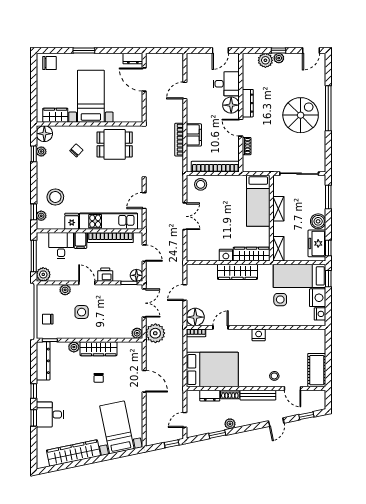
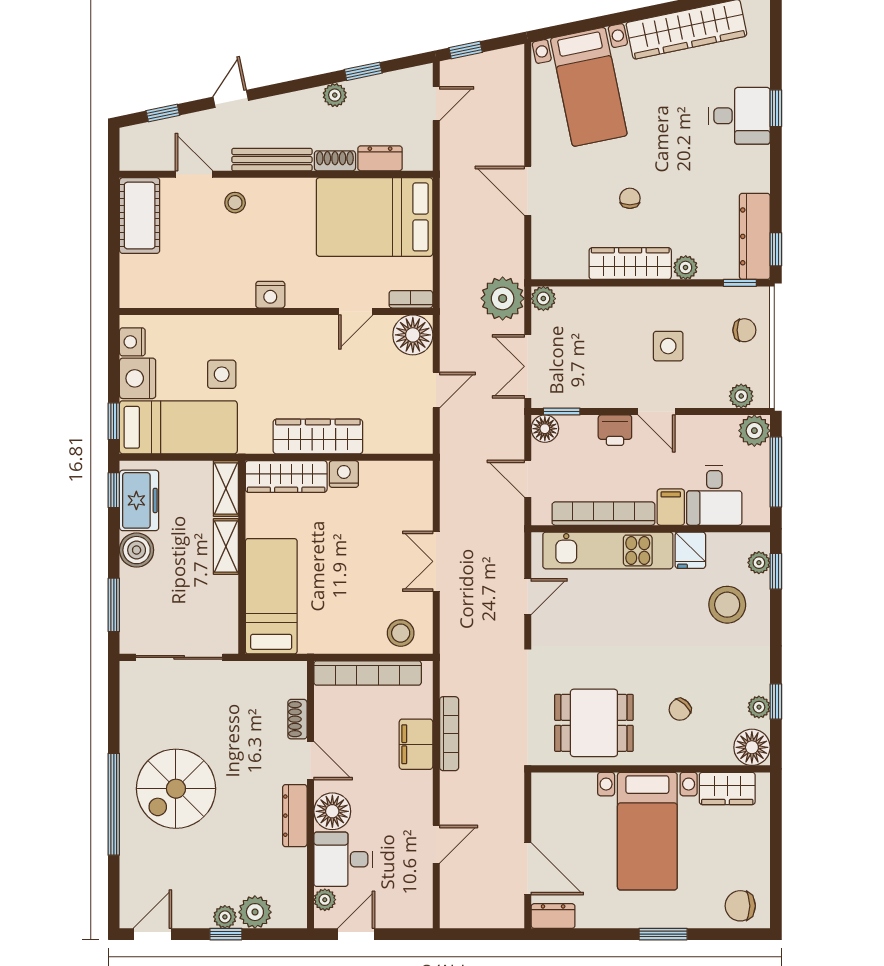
plant: (234, 66) -> (325, 900), added
shelving: (278, 209) -> (226, 547), moved
plant: (65, 290) -> (741, 396), moved
window: (34, 391) -> (776, 249), moved

